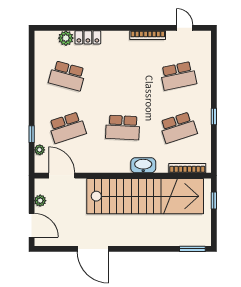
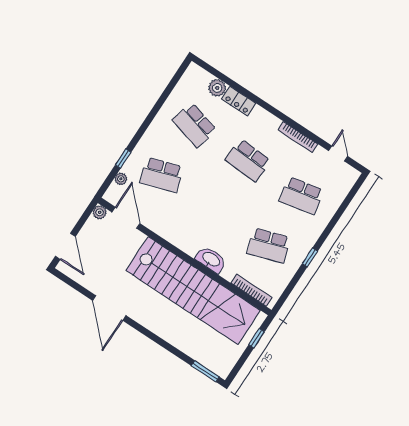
school desk: (123, 128) -> (248, 160), moved
plant: (40, 201) -> (100, 212), moved

